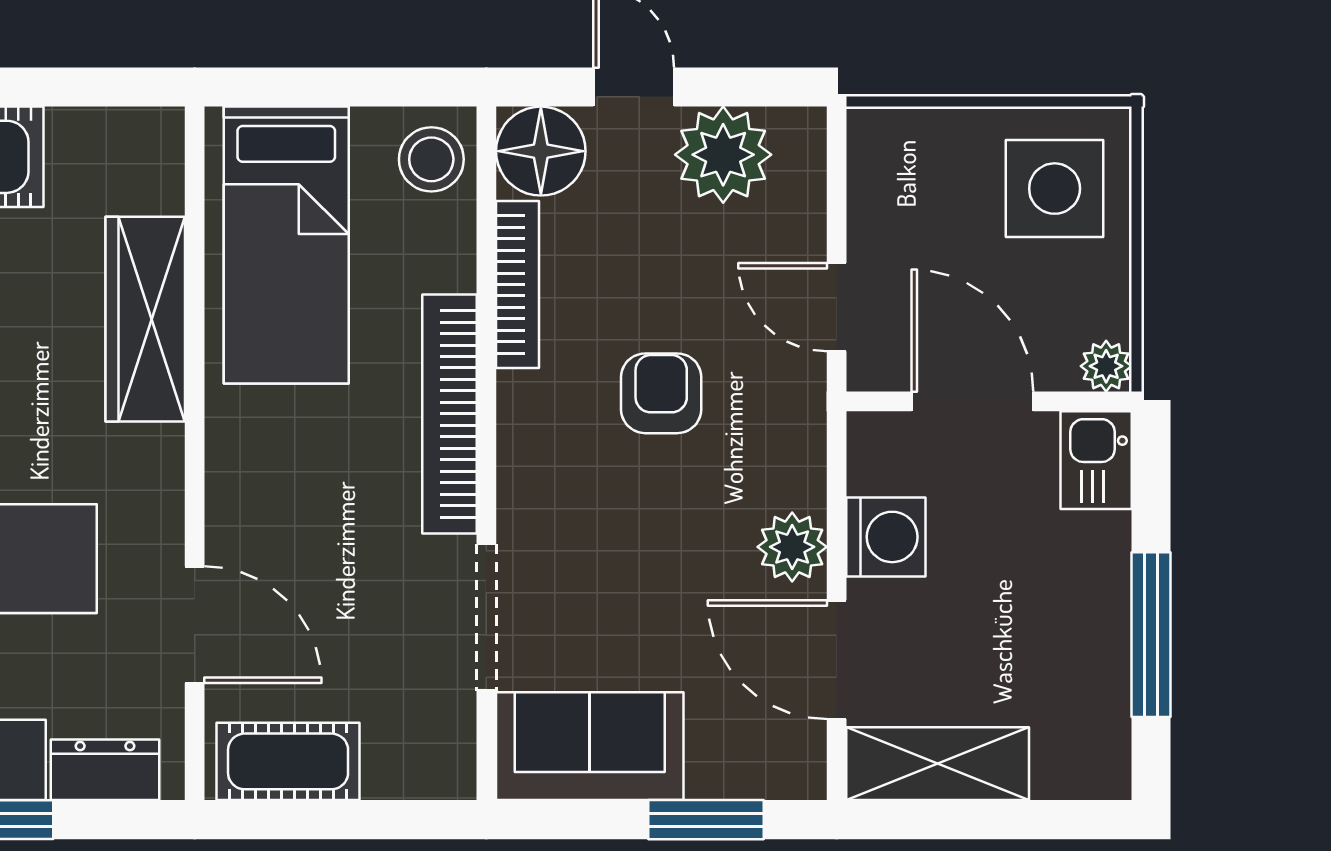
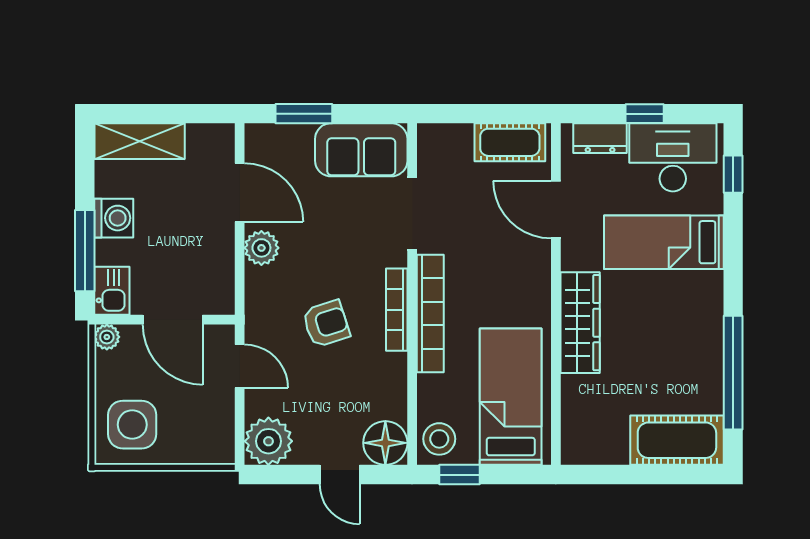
window: (390, 87) -> (459, 475), added
plant: (723, 155) -> (268, 441), moved
bookcase: (518, 285) -> (397, 310), moved
wardrobe: (145, 319) -> (580, 323), moved
armchair: (661, 393) -> (326, 324), turned -108
washing machine: (886, 537) -> (114, 218), moved, turned 180
window: (1151, 635) -> (85, 251), moved
shelving: (938, 764) -> (140, 141), moved

